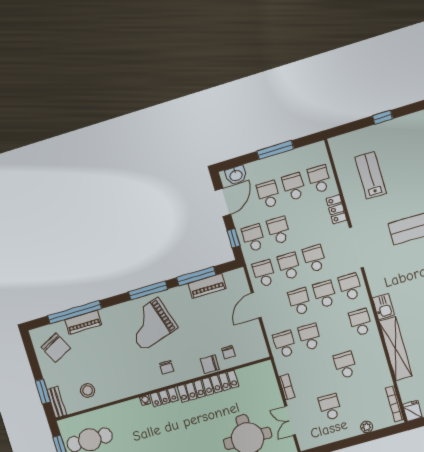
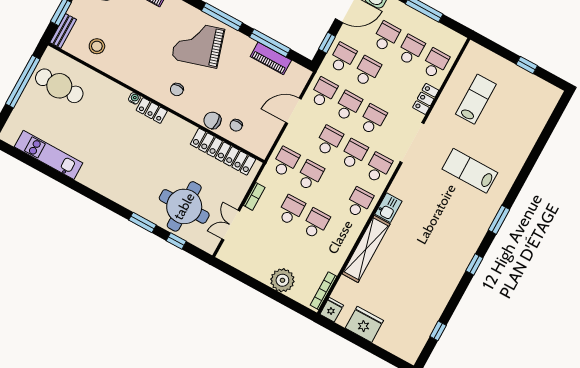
locker: (208, 386) -> (223, 152), moved
school desk: (330, 407) -> (291, 210), moved
plant: (367, 427) -> (282, 280), width x1.88, depth x1.88

